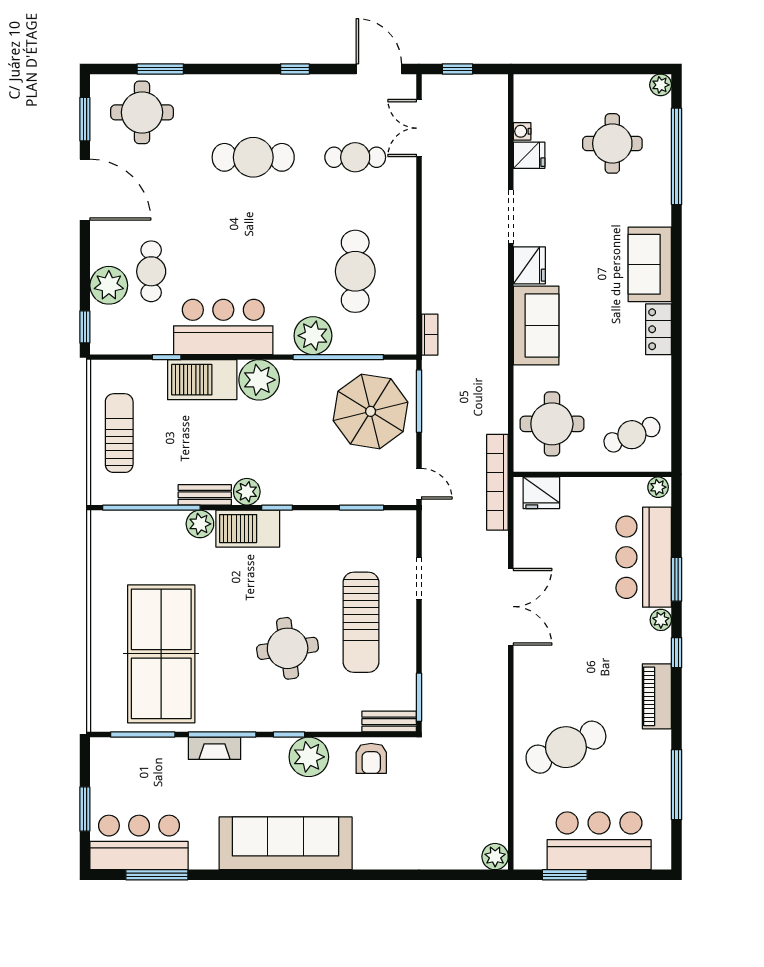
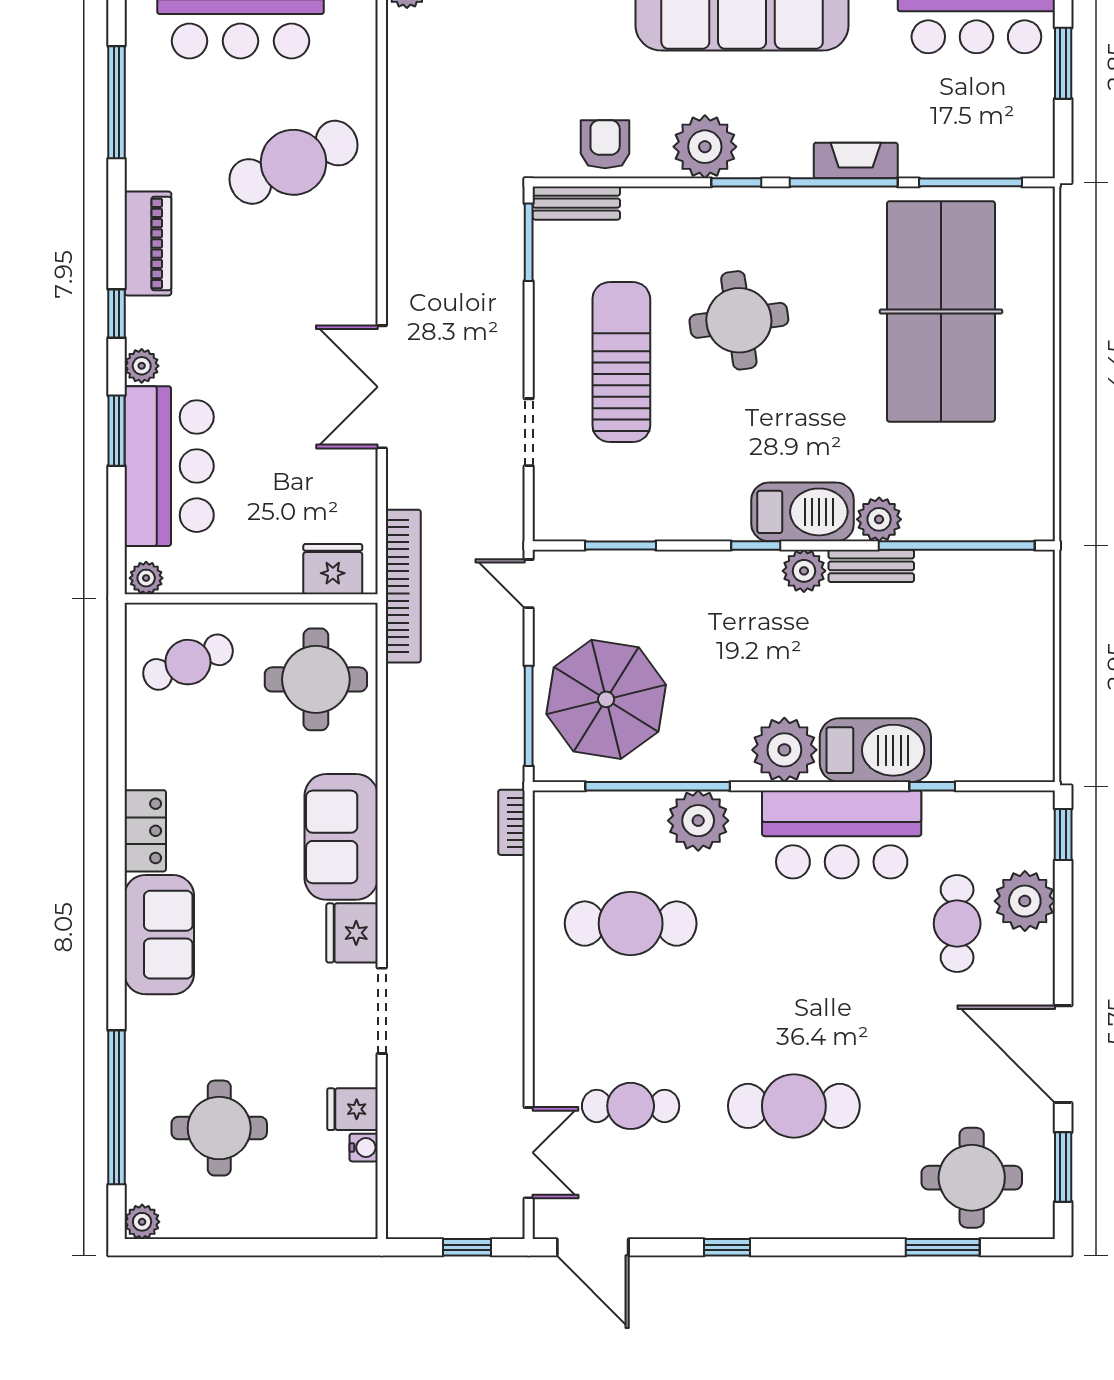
cafe table: (355, 271) -> (631, 924), turned 90
sun lounger: (119, 433) -> (1008, 665), removed

